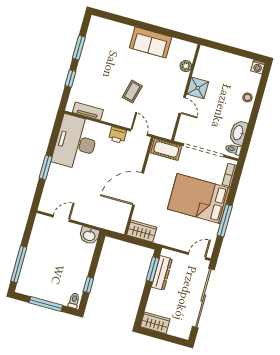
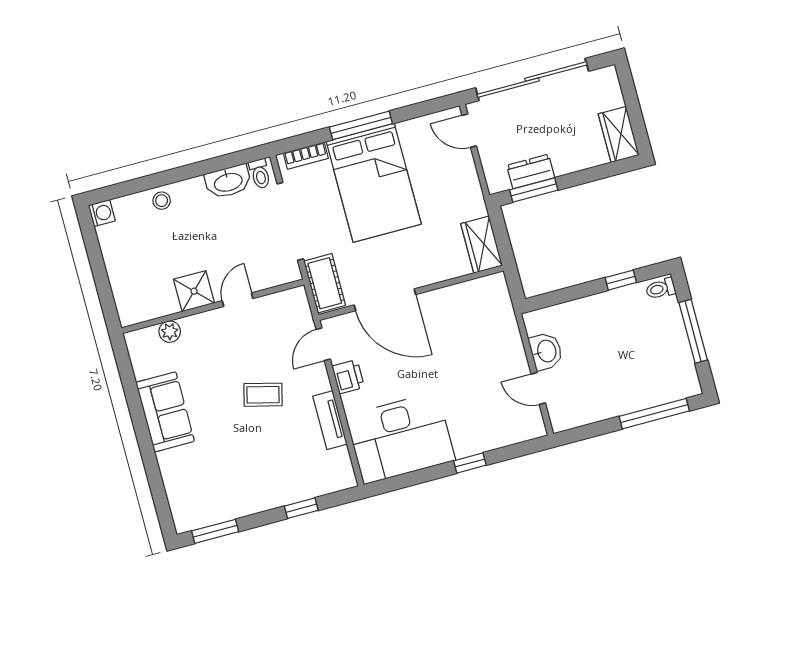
window: (79, 48) -> (215, 531), moved
tv unit: (88, 111) -> (330, 420), moved
window: (46, 167) -> (470, 463), width x0.67
door: (138, 189) -> (385, 300), moved
window: (225, 221) -> (361, 125), moved
washbasin: (89, 235) -> (546, 351), moved
dresser: (162, 273) -> (531, 171), width x0.70

